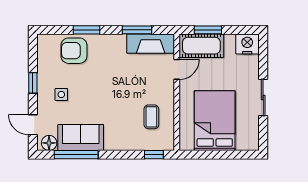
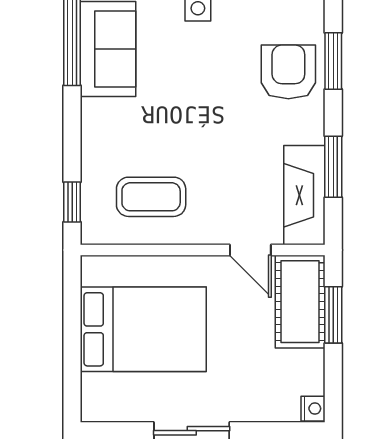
nightstand: (247, 44) -> (313, 409), width x0.53, depth x0.56
armchair: (74, 51) -> (288, 72), moved
coffee table: (151, 117) -> (151, 197), width x1.36, depth x1.30

